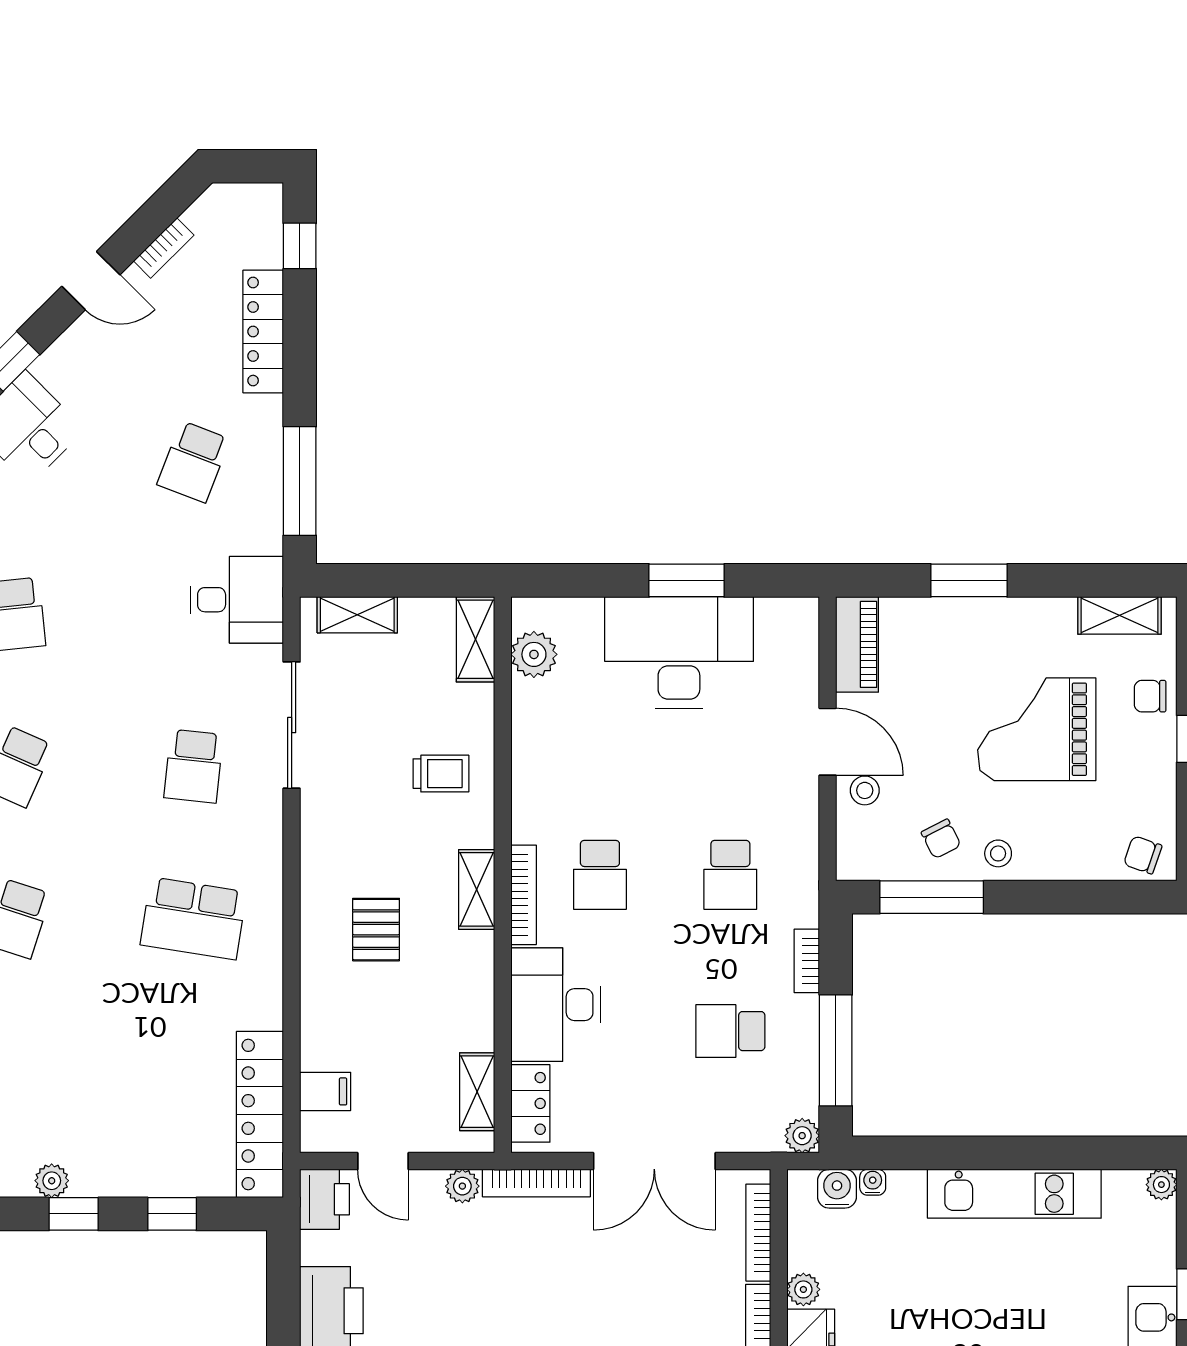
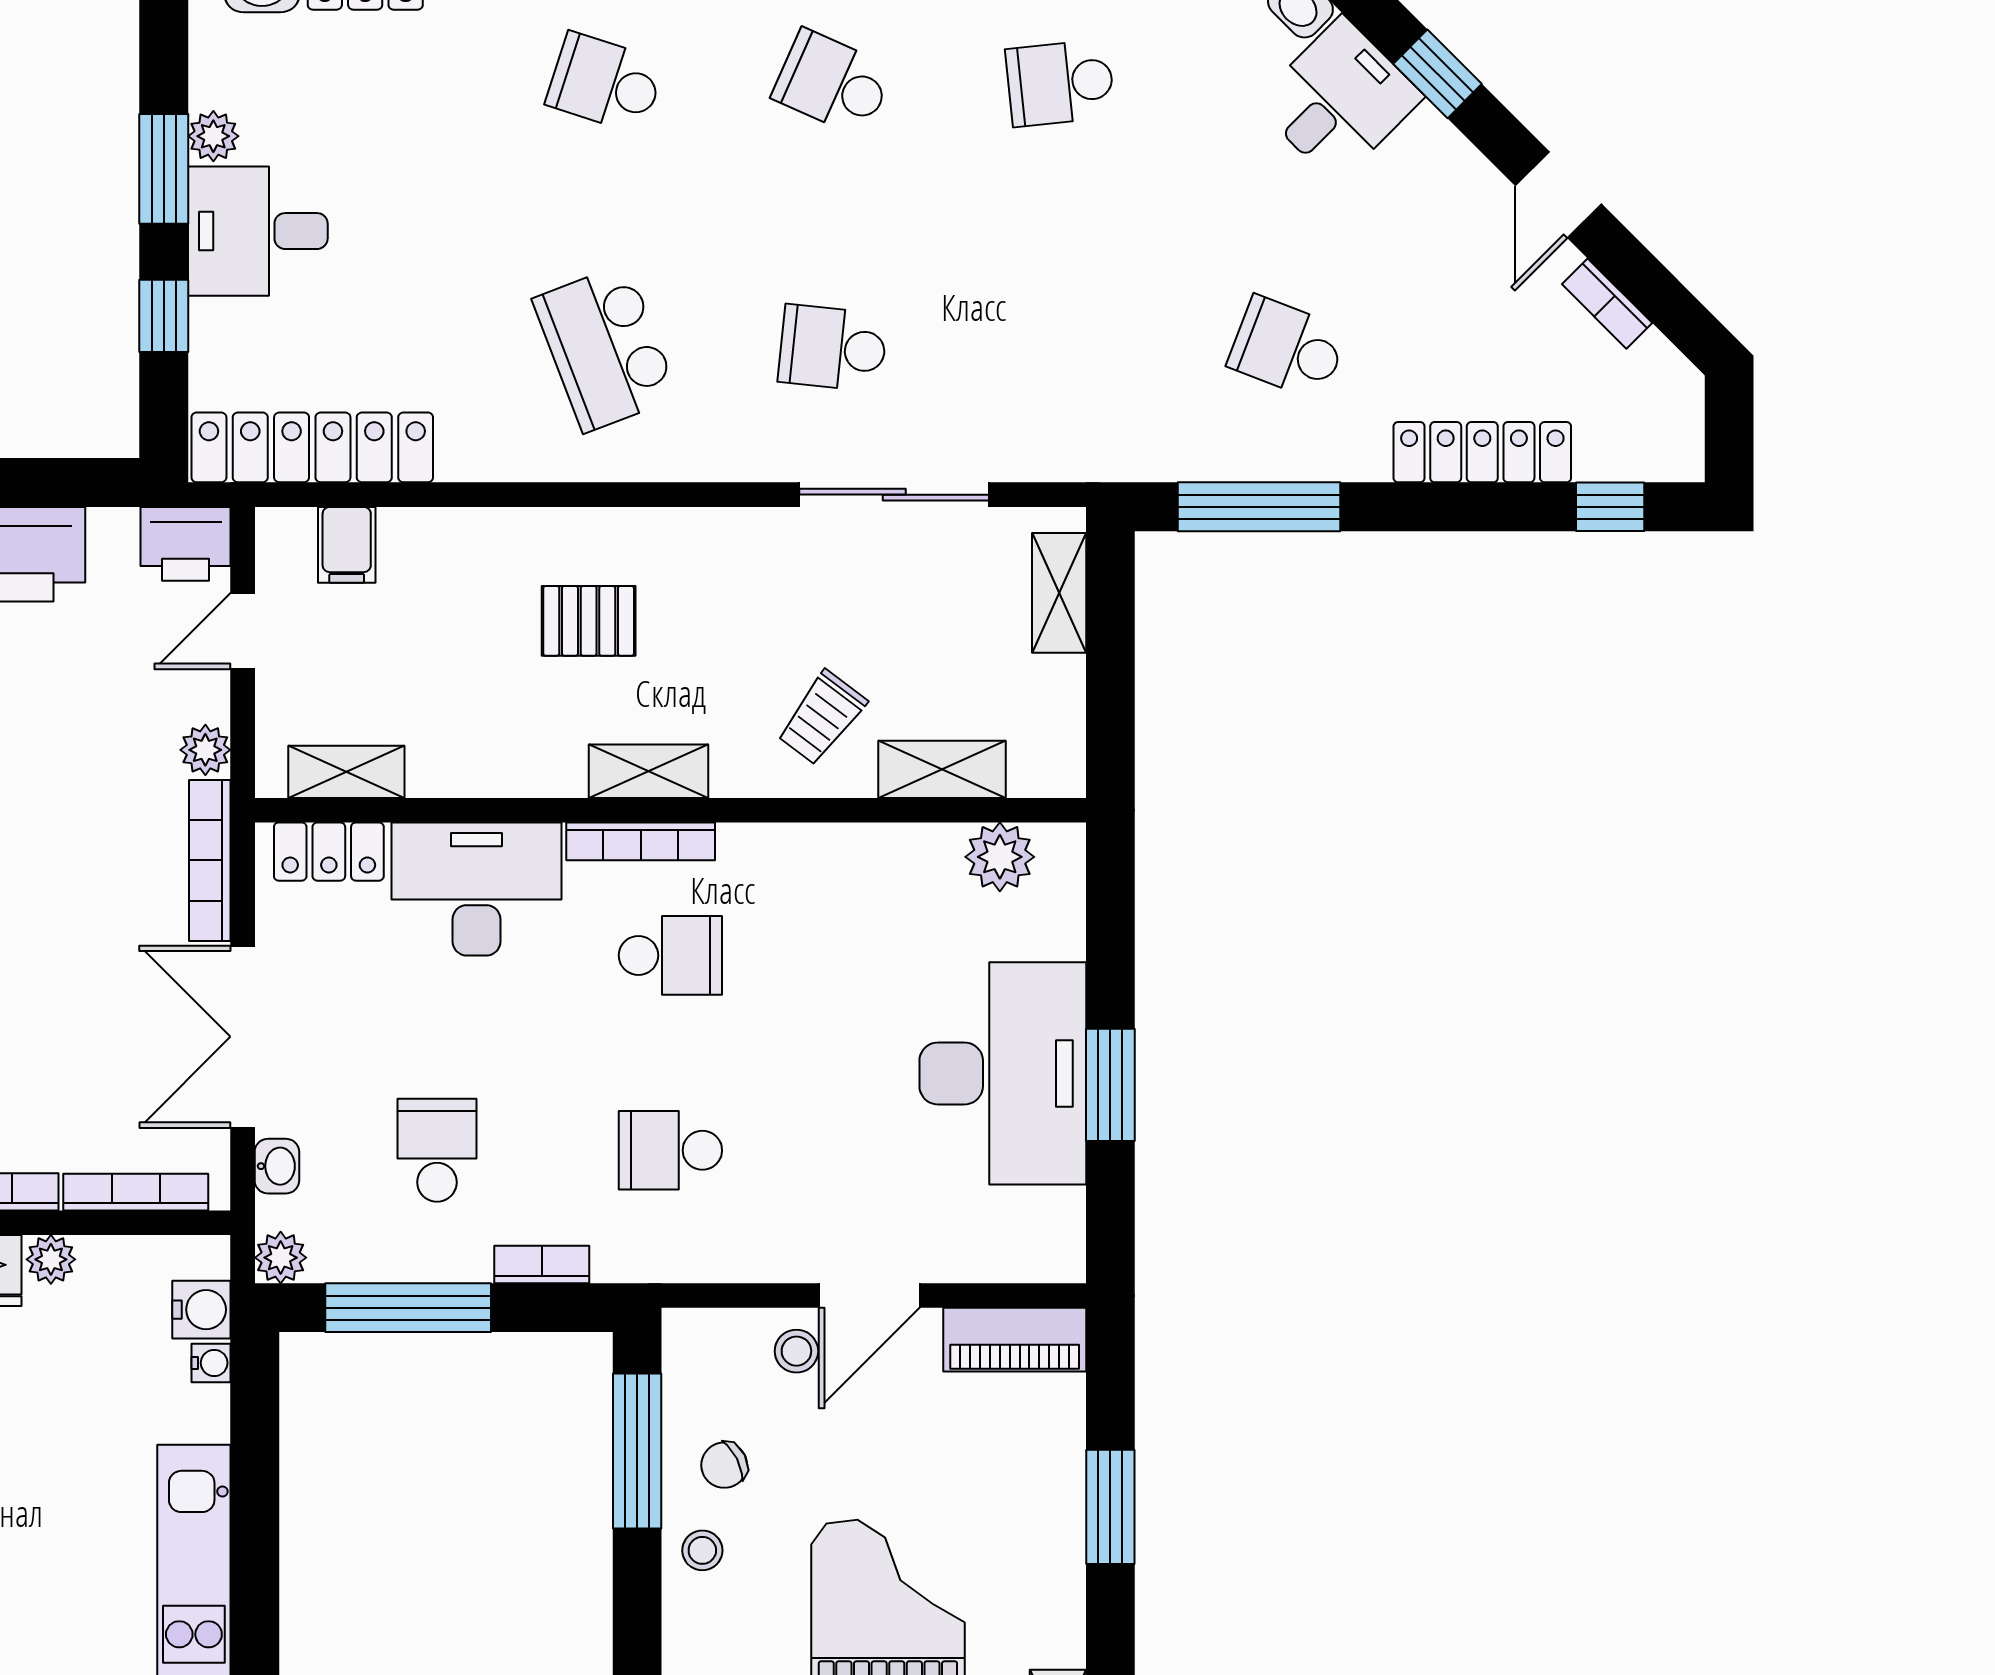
desk: (237, 600) -> (258, 231), moved, turned 90
shelving: (475, 639) -> (942, 769), moved
trolley: (441, 774) -> (822, 718), turned 37
school desk: (600, 875) -> (670, 955), turned 180
school desk: (193, 918) -> (605, 348), turned -30
washbasin: (741, 1138) -> (277, 1166), added
window: (74, 1214) -> (164, 169), width x1.50

